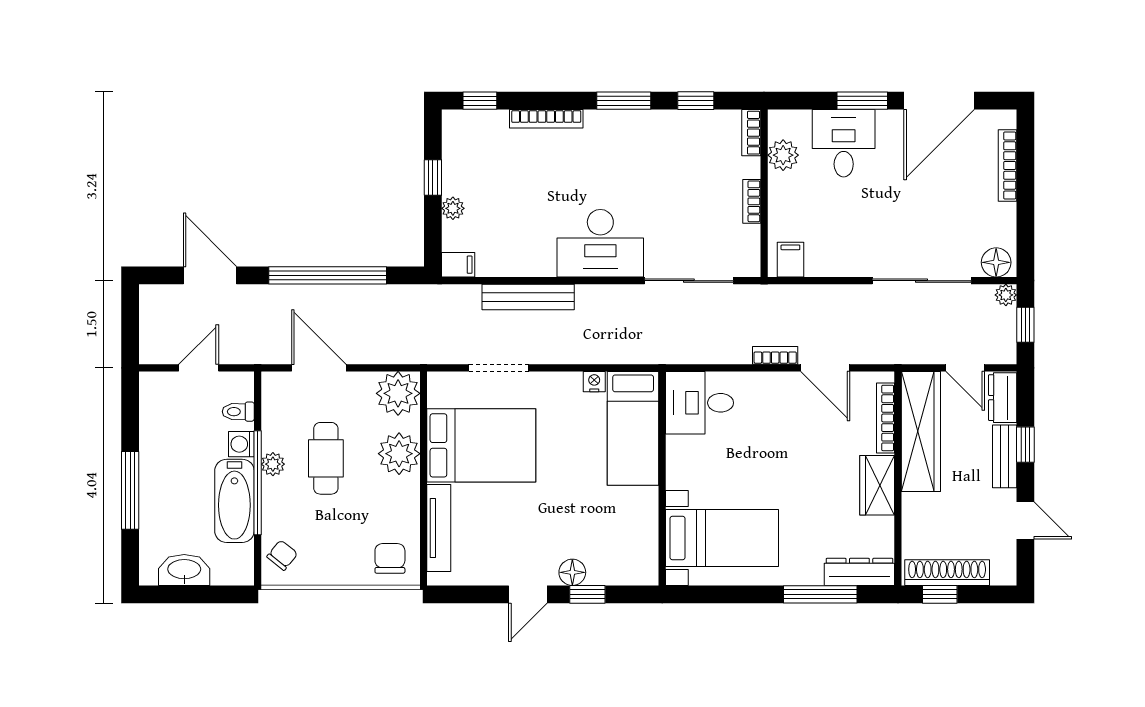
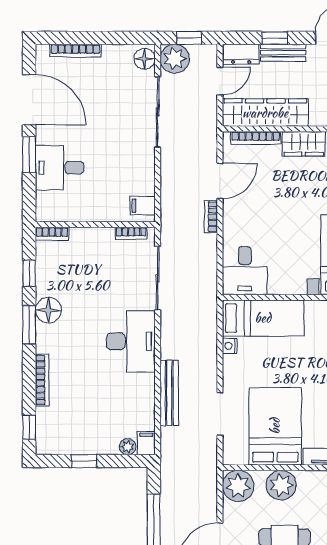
floor lamp: (644, 127) -> (48, 310), added
plant: (783, 155) -> (68, 211), removed
bookcase: (752, 201) -> (131, 233), moved
plant: (453, 208) -> (128, 447), moved
plant: (1006, 295) -> (175, 59), width x1.87, depth x1.87

